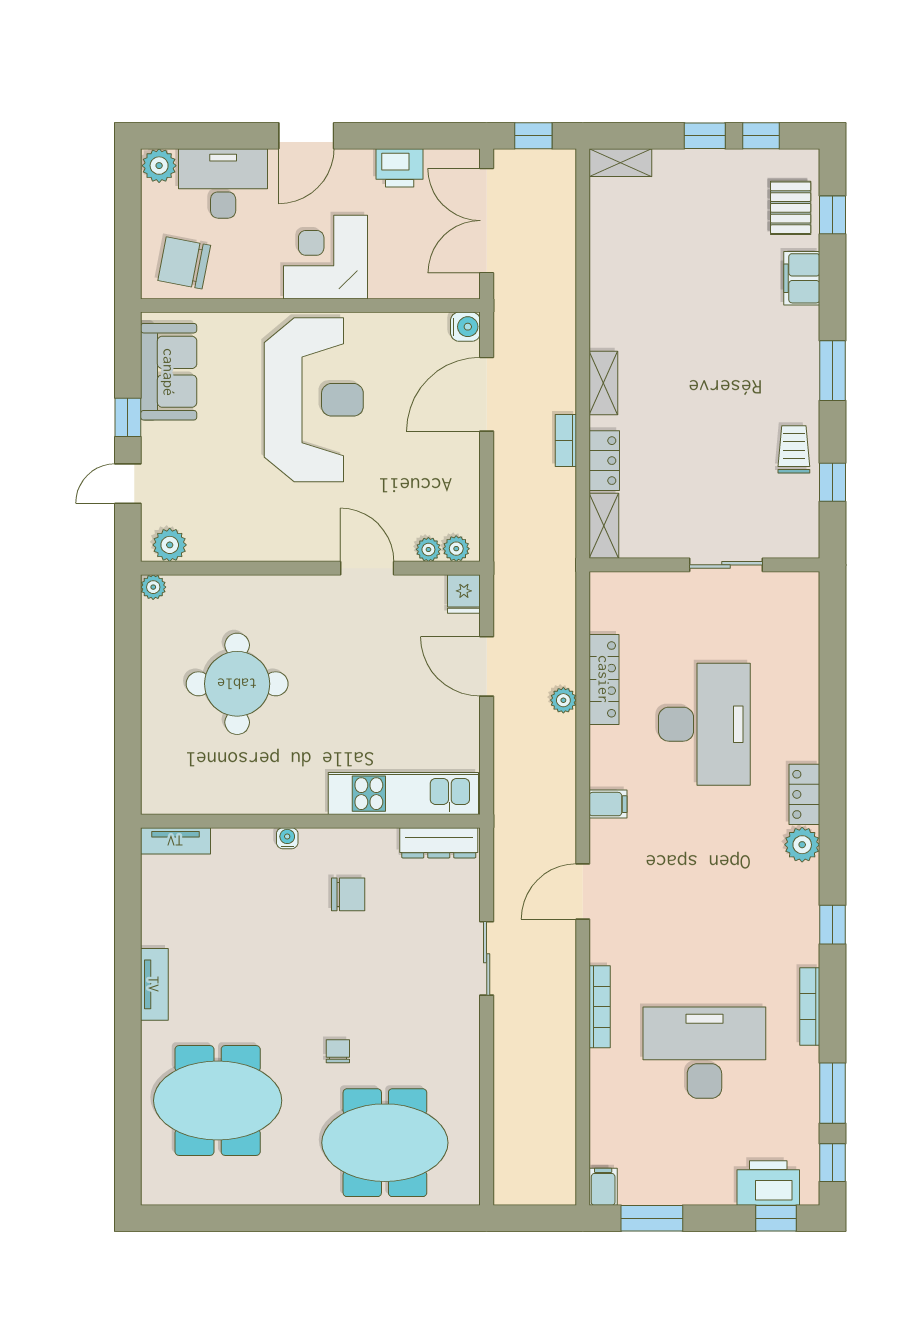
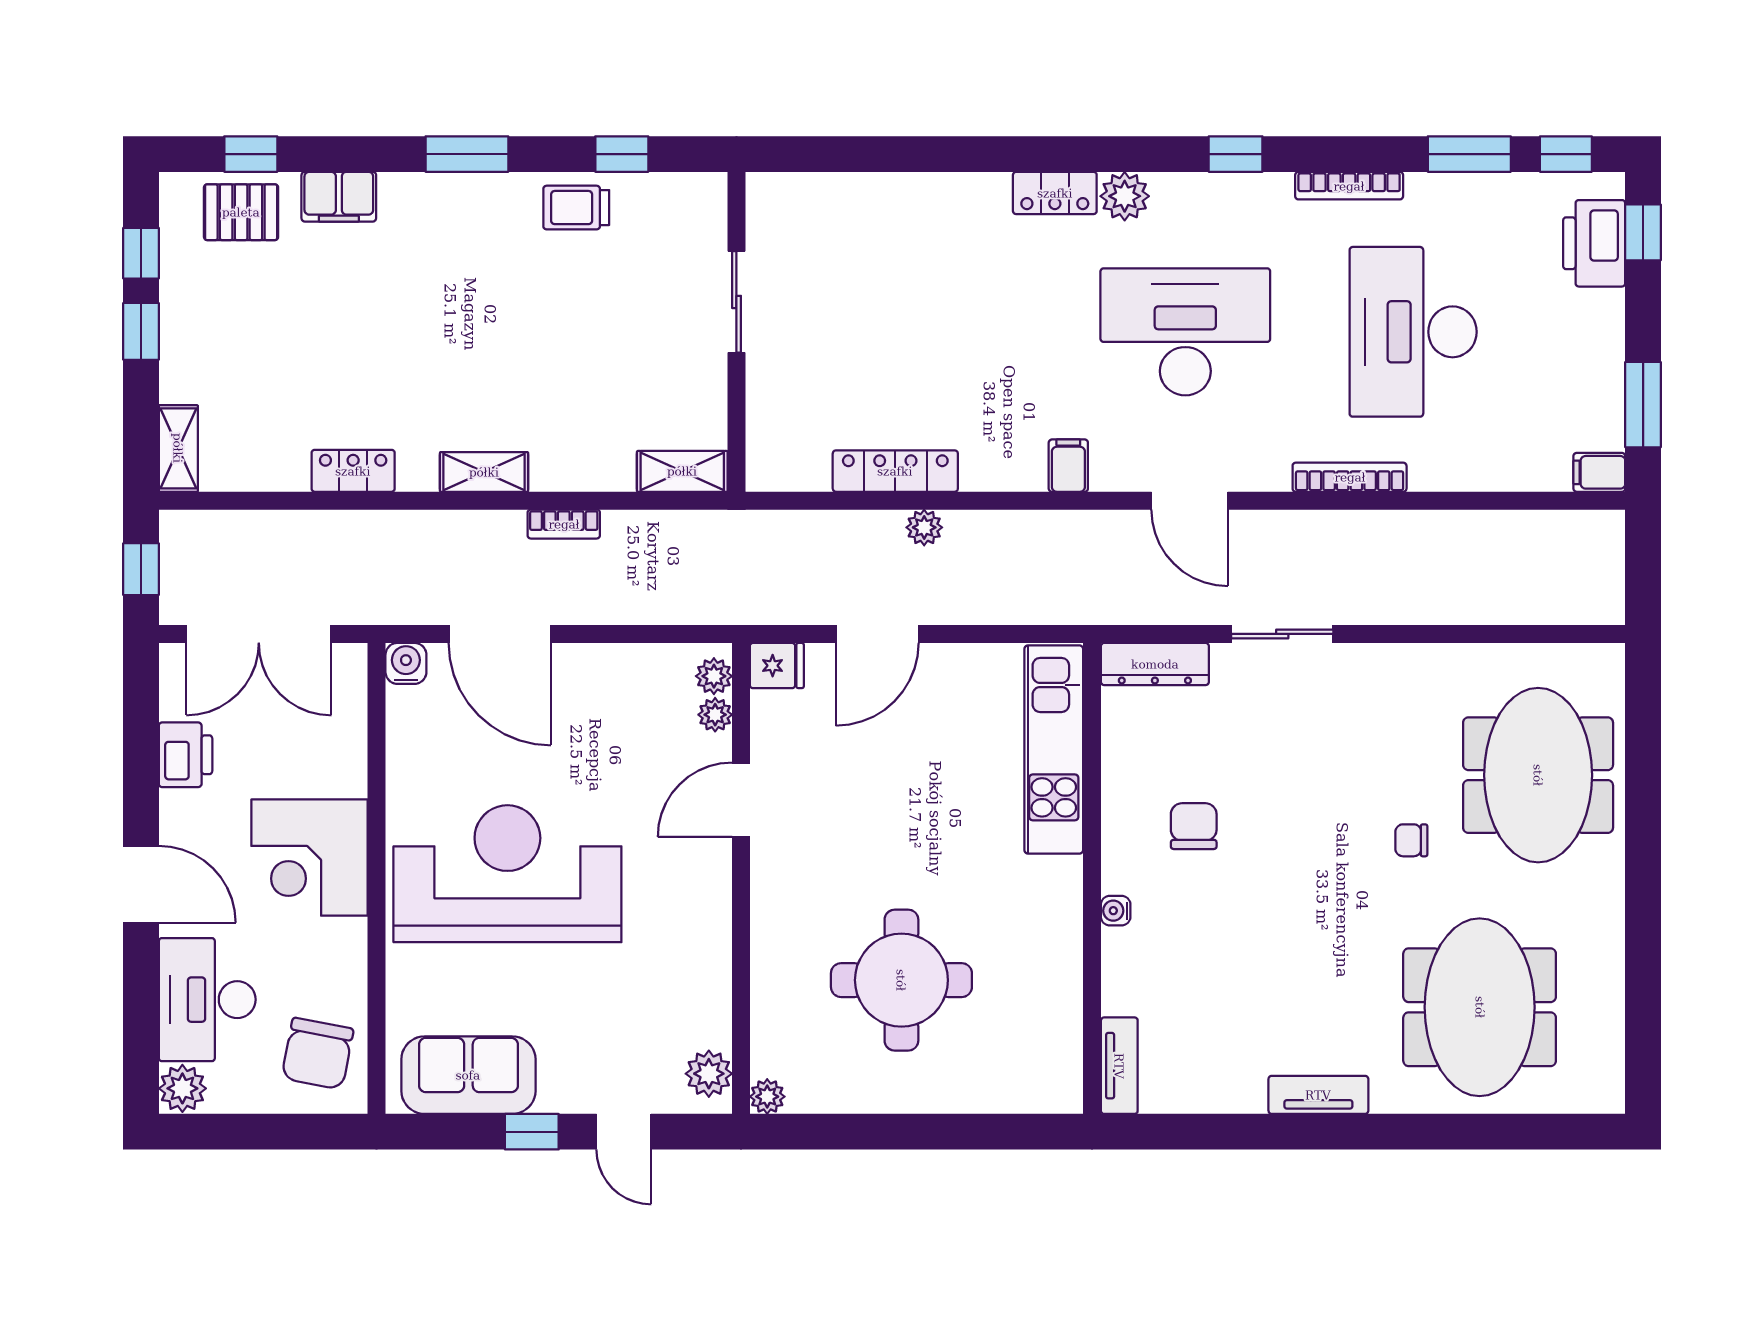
locker: (604, 461) -> (353, 471), moved
desk: (704, 724) -> (1185, 332), moved
dresser: (439, 843) -> (1155, 664), moved, turned 90

